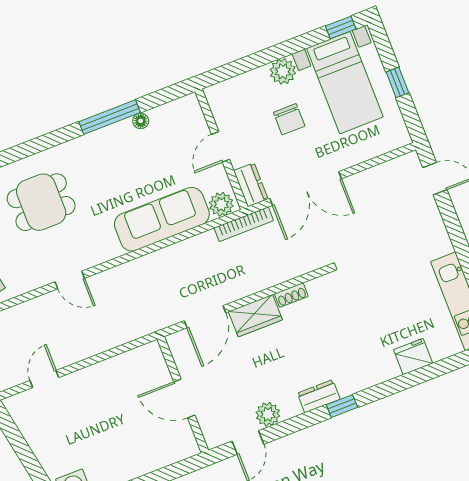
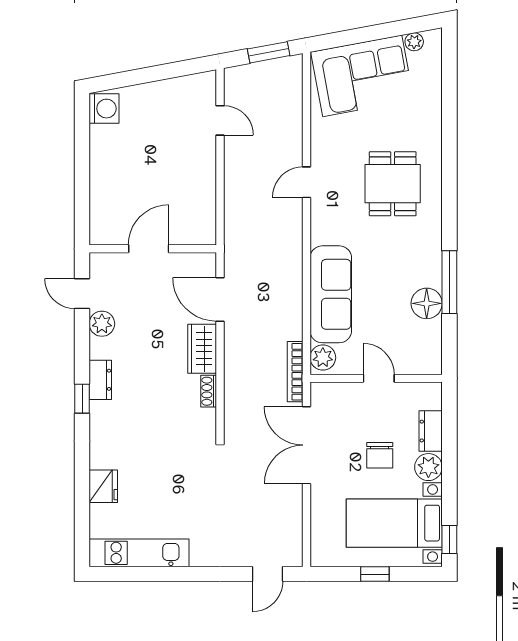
chair: (289, 119) -> (380, 455), turned -90
floor lamp: (141, 121) -> (427, 303), width x1.89, depth x1.89
dresser: (251, 185) -> (431, 431), moved, turned 90

